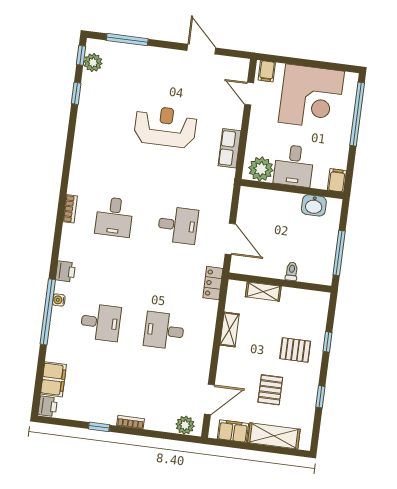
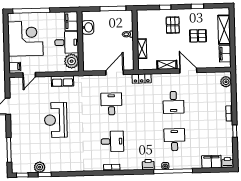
plant: (93, 63) -> (40, 167), moved
filing cabinet: (337, 180) -> (71, 21), width x2.00
door: (209, 399) -> (188, 71), moved

